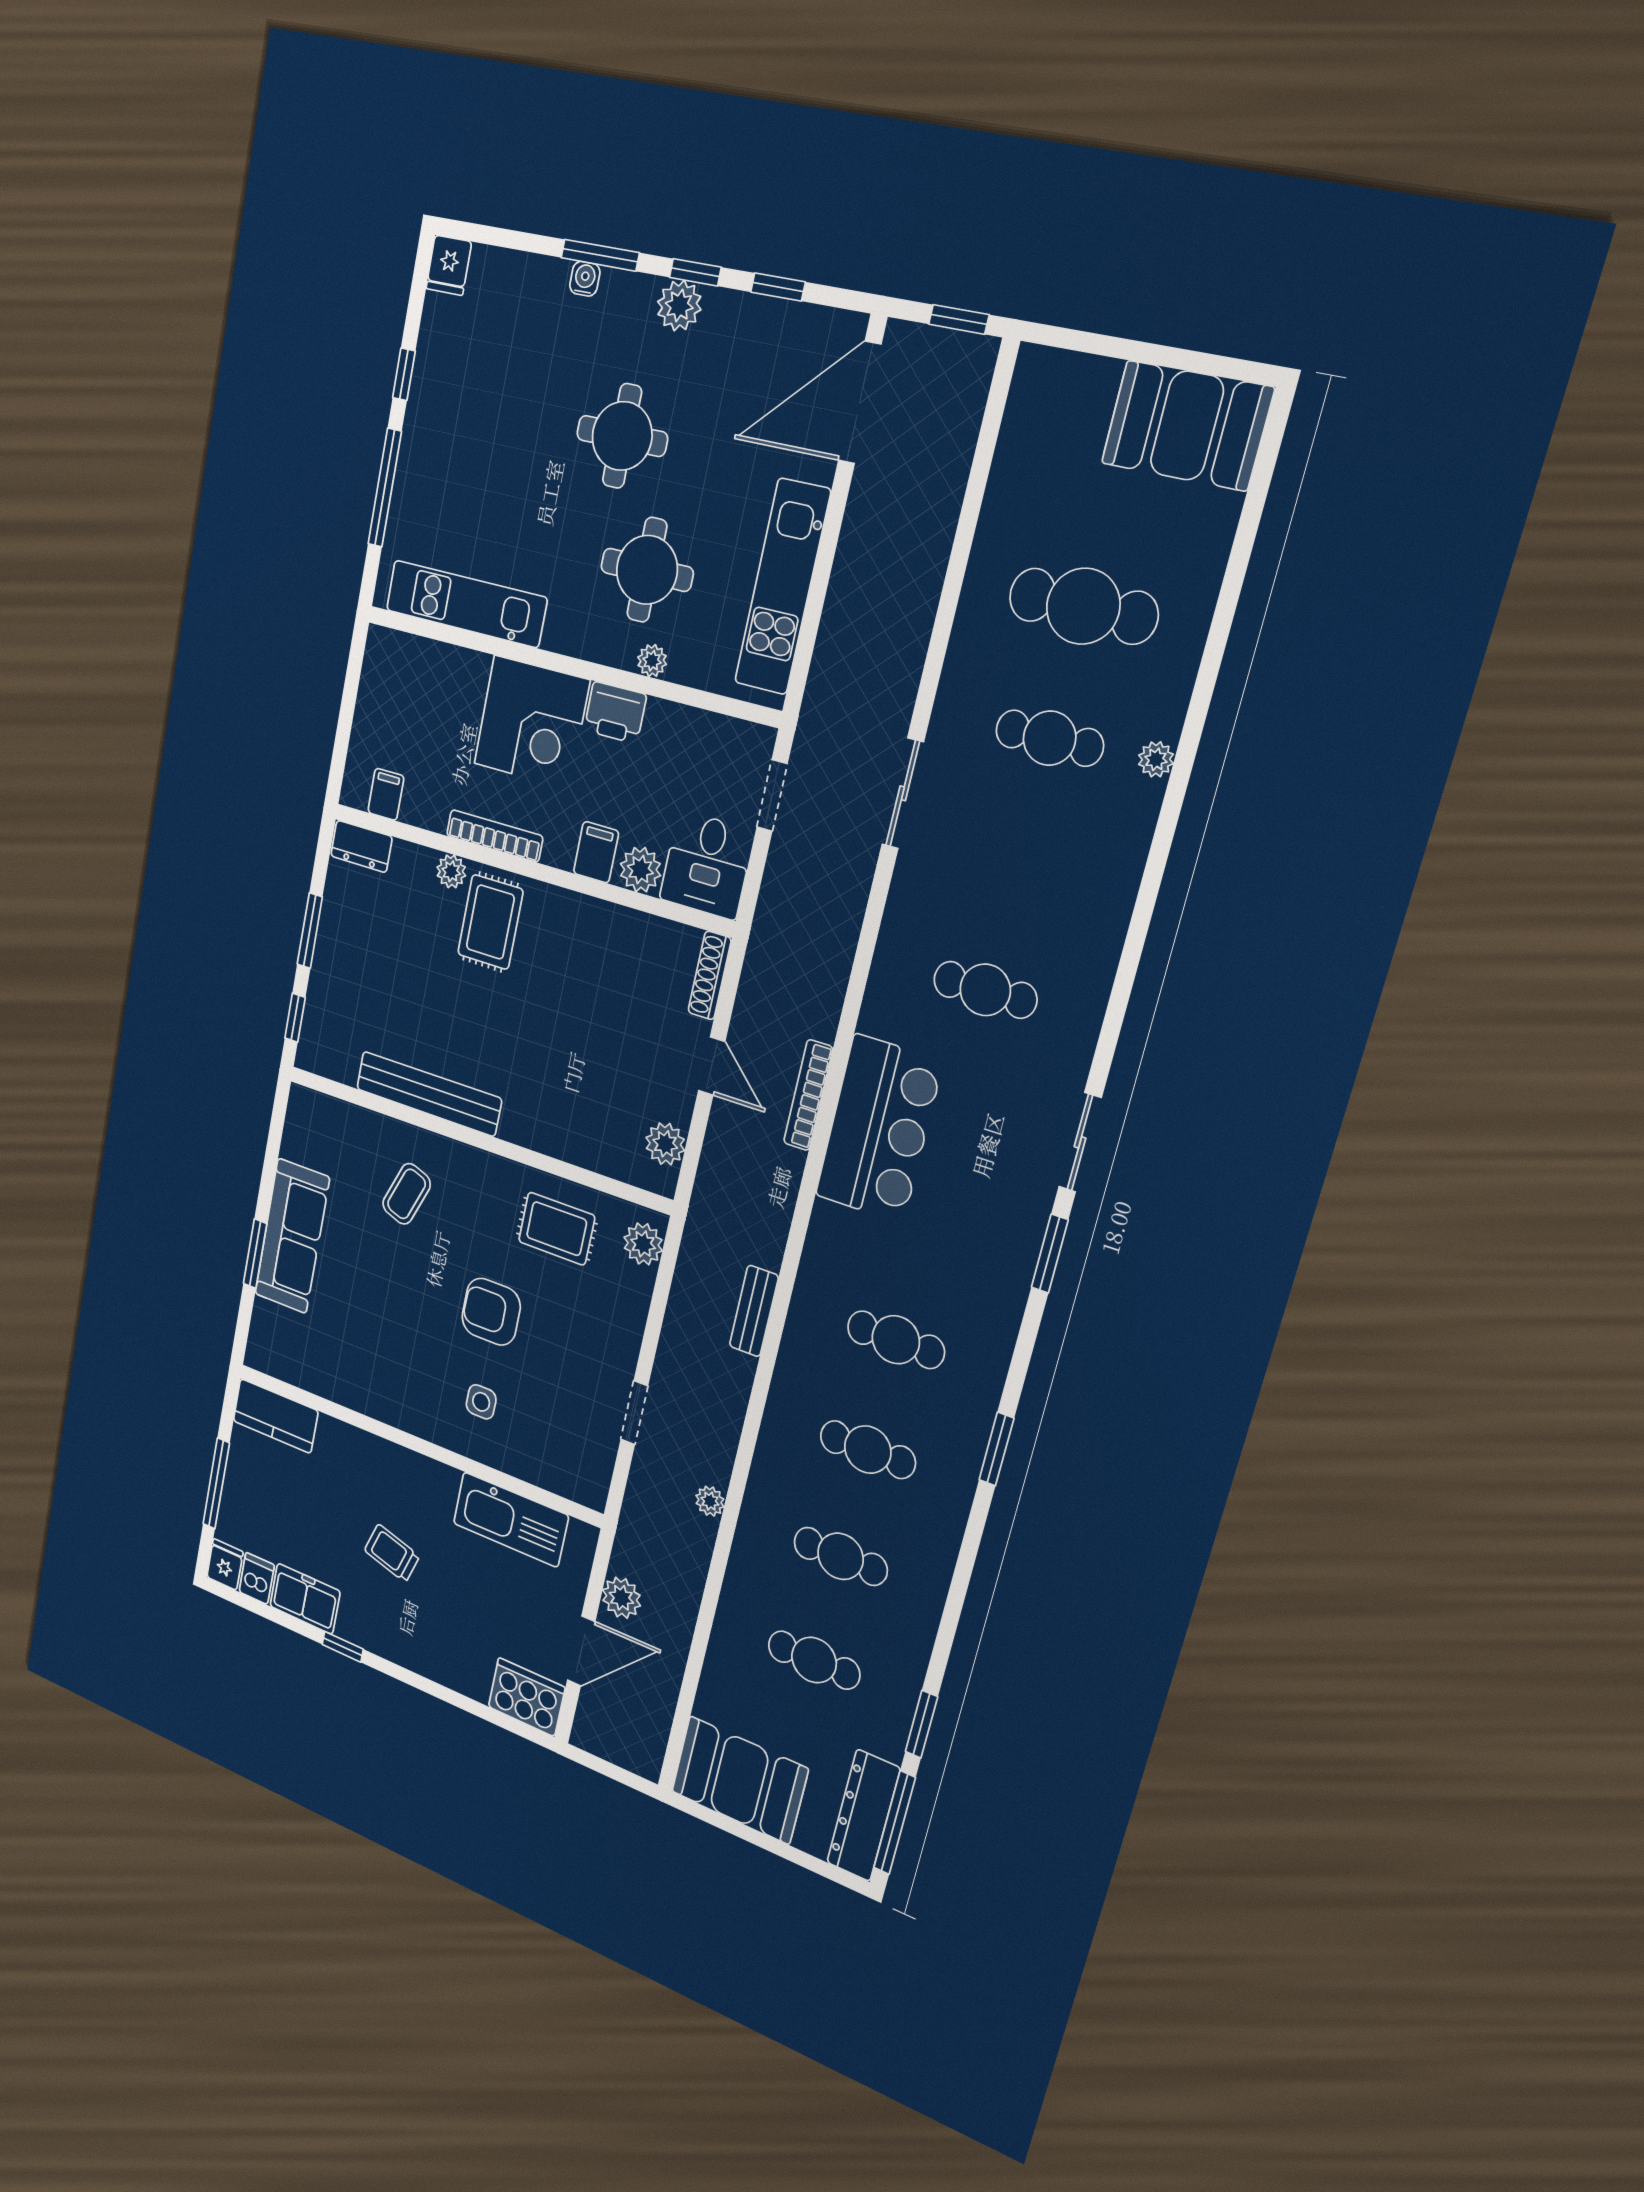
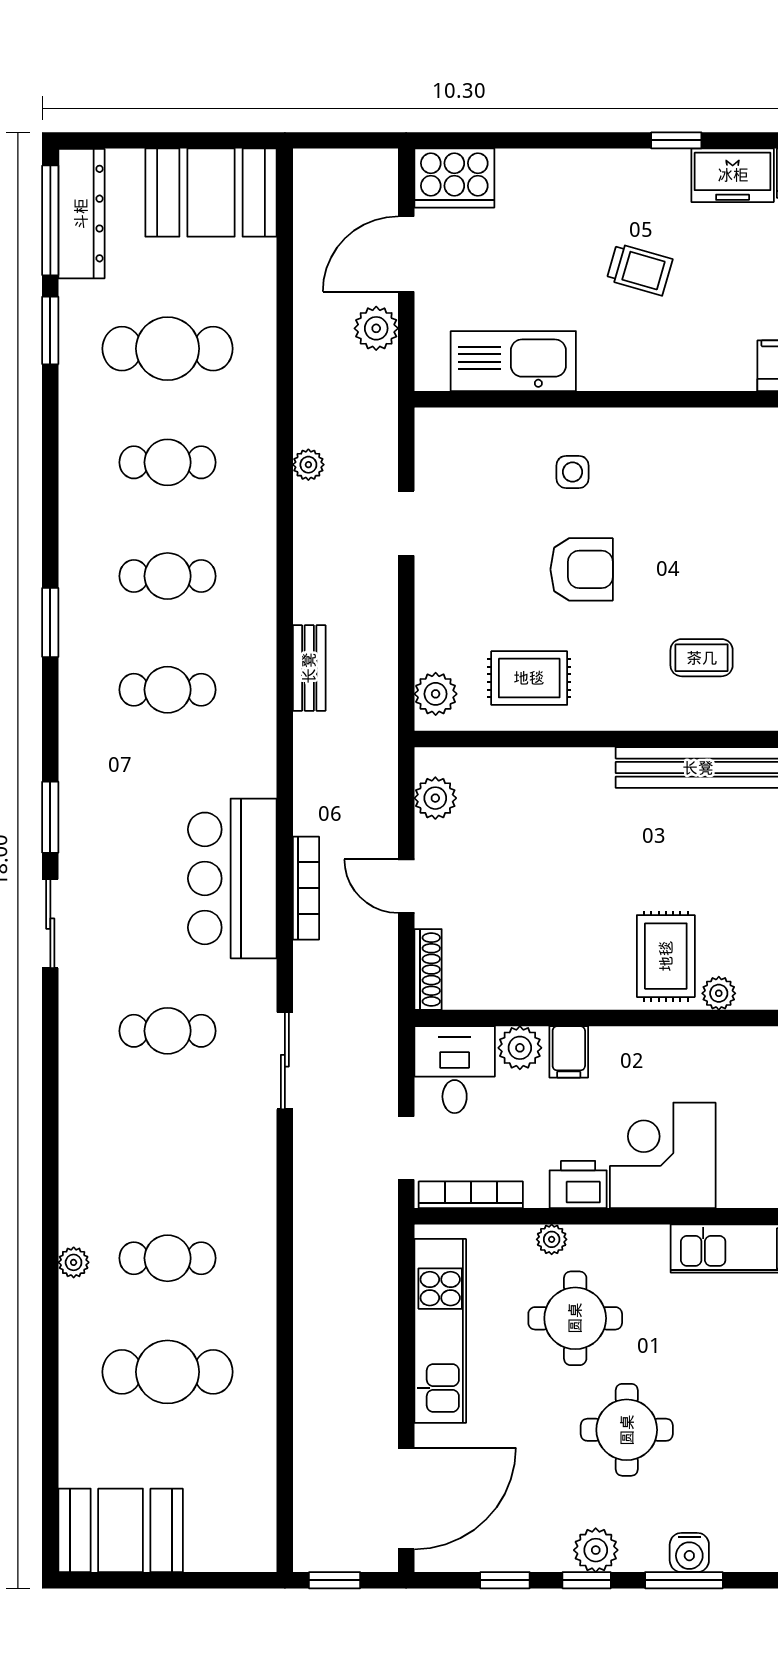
water cooler: (585, 279) -> (689, 1552), width x1.38, depth x1.38
sliding door: (903, 793) -> (285, 1061), moved
bookcase: (495, 836) -> (471, 1195), moved, turned 180
coffee table: (407, 1194) -> (702, 658), turned 70
cafe table: (814, 1660) -> (168, 349), width x1.37, depth x1.35

